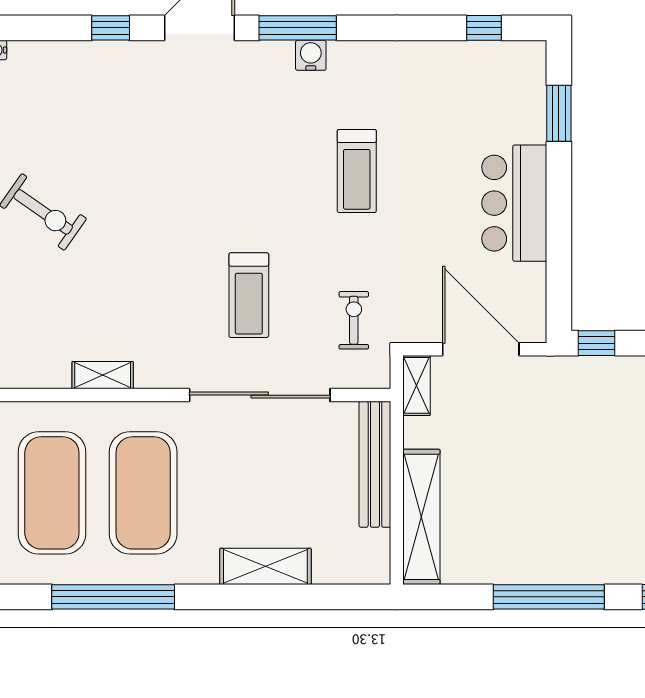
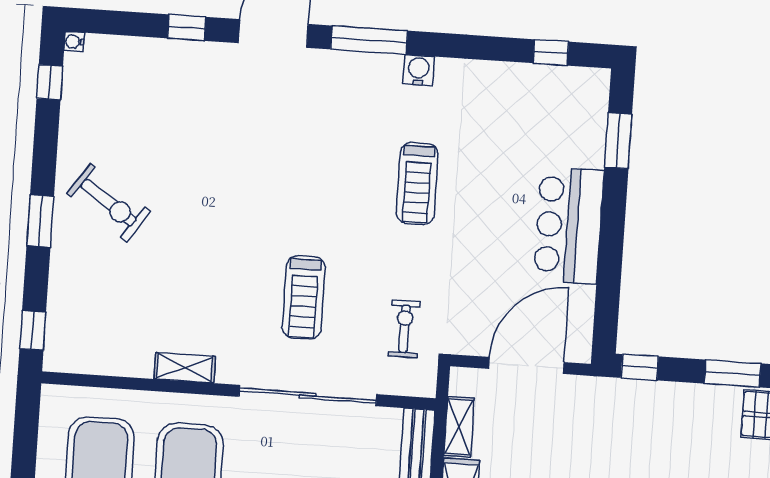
water cooler: (311, 55) -> (419, 70), moved
door: (481, 349) -> (526, 365), hinge flipped
shelving: (103, 375) -> (185, 368), moved
shelving: (416, 385) -> (459, 427), moved

